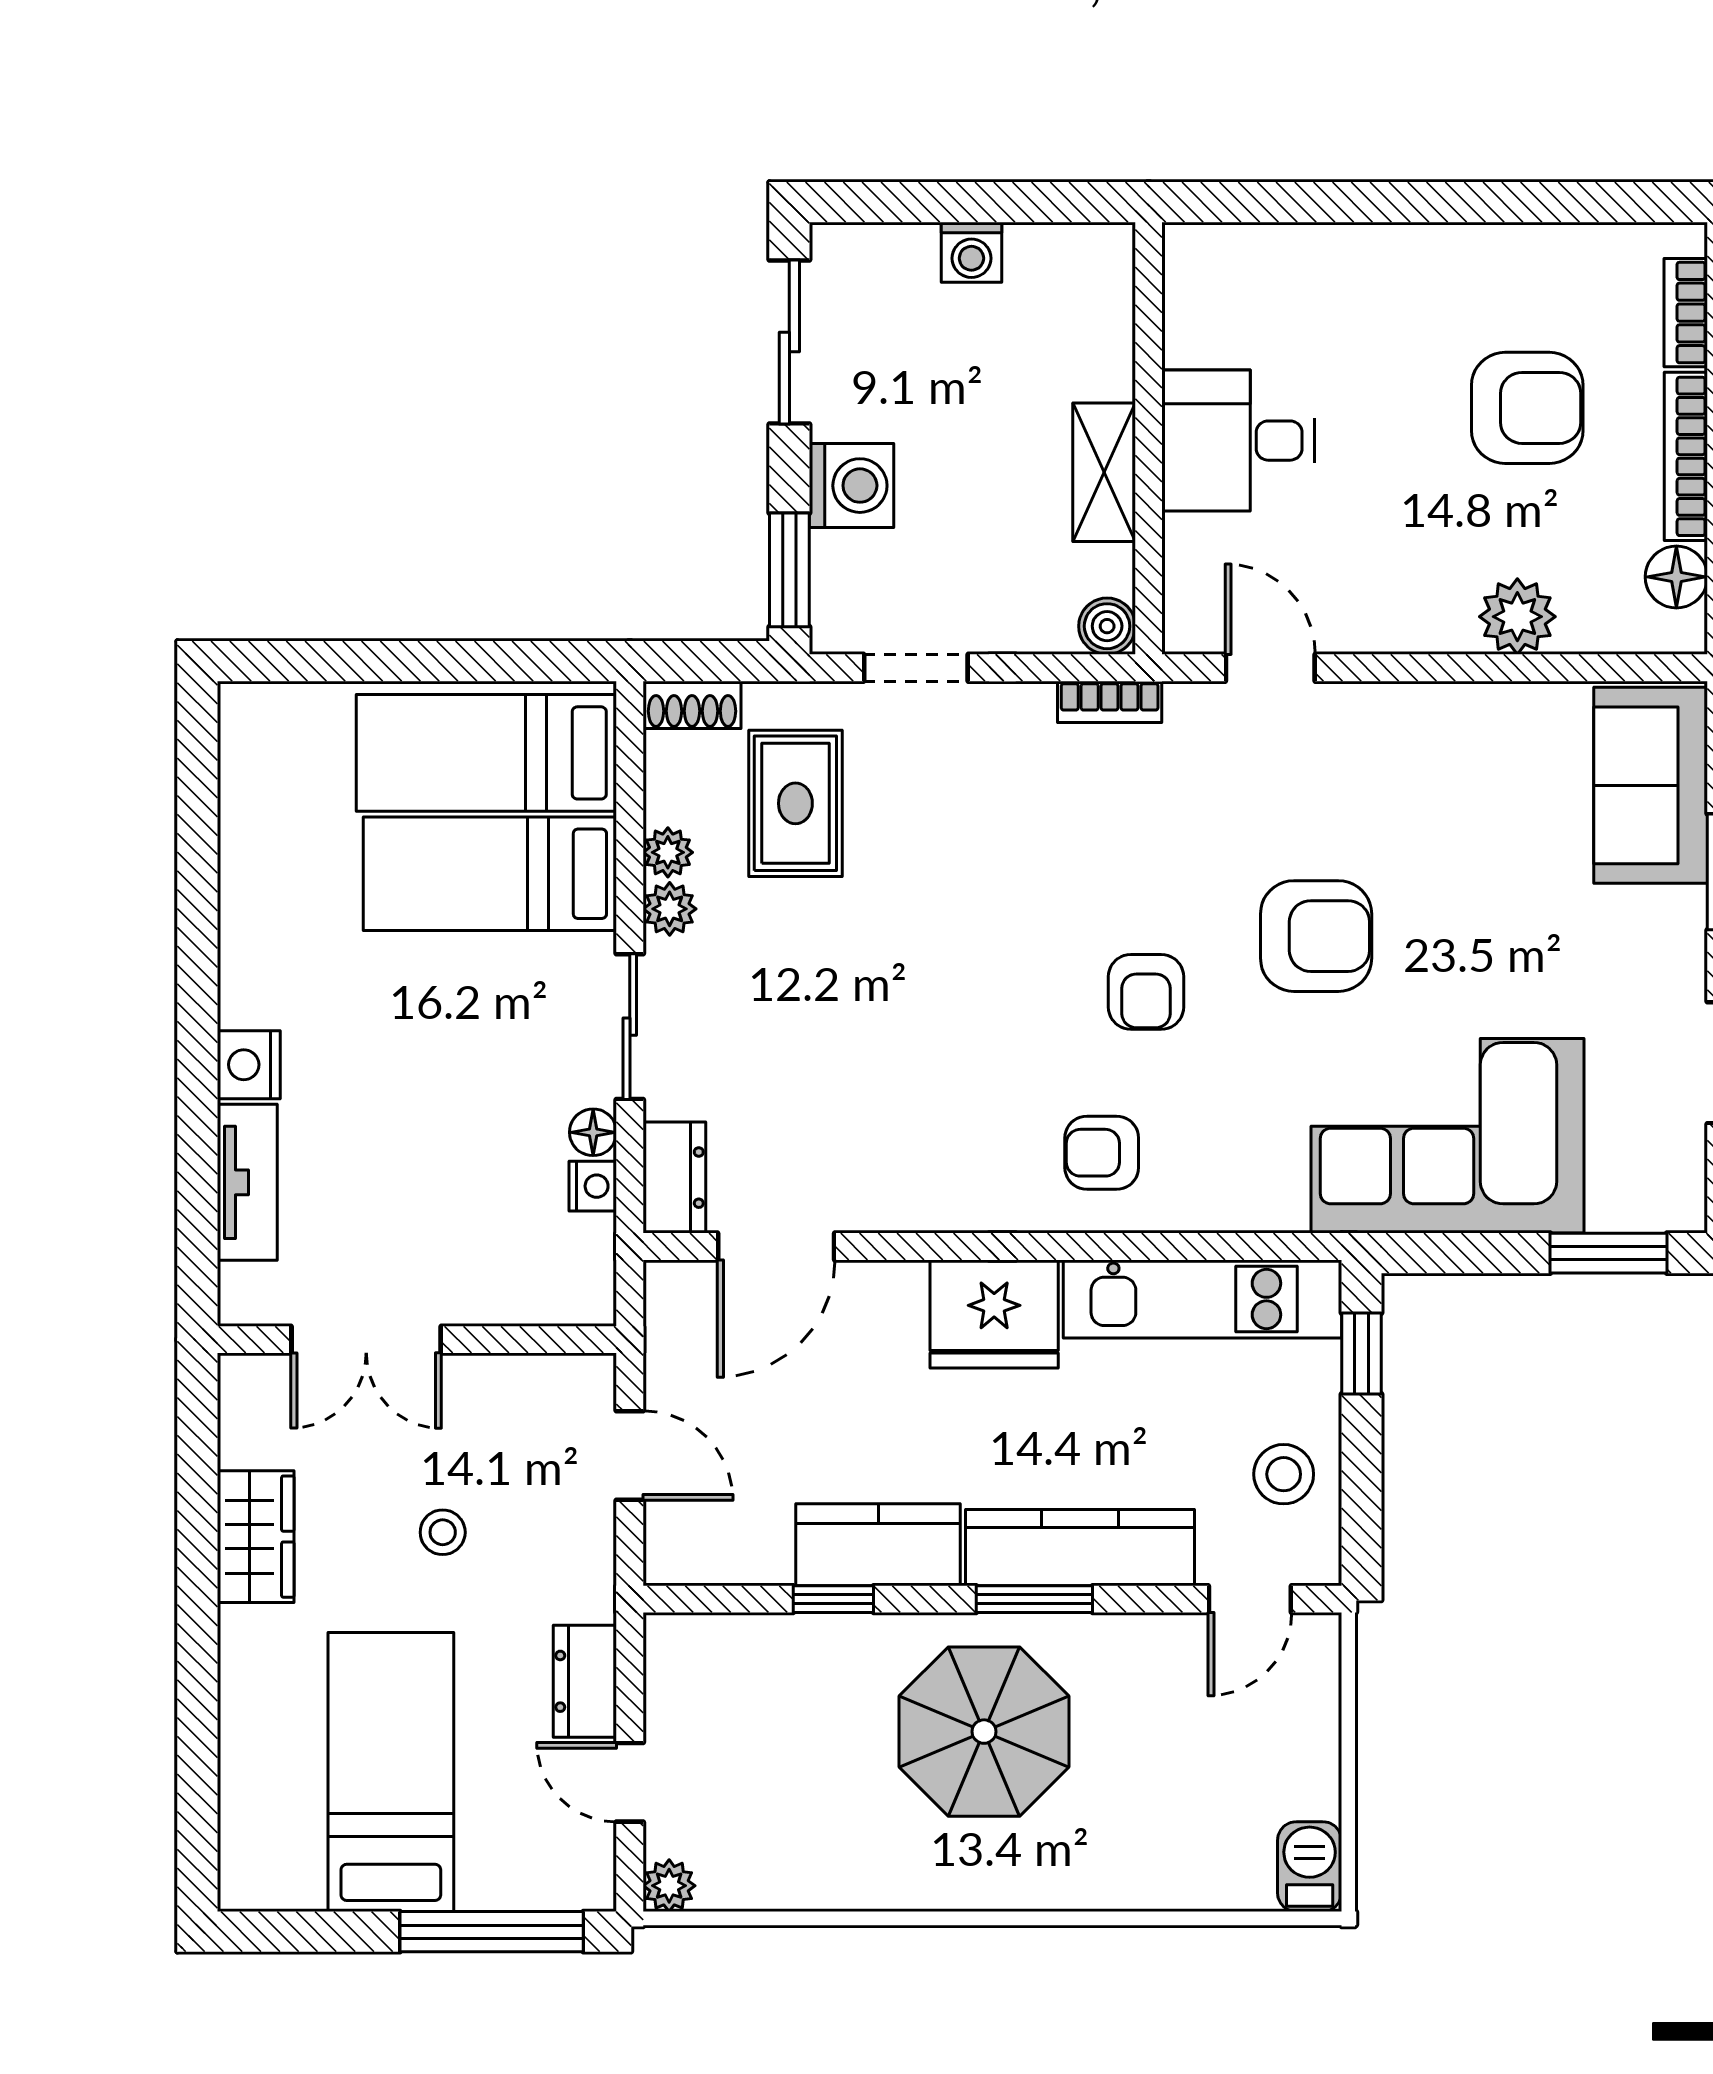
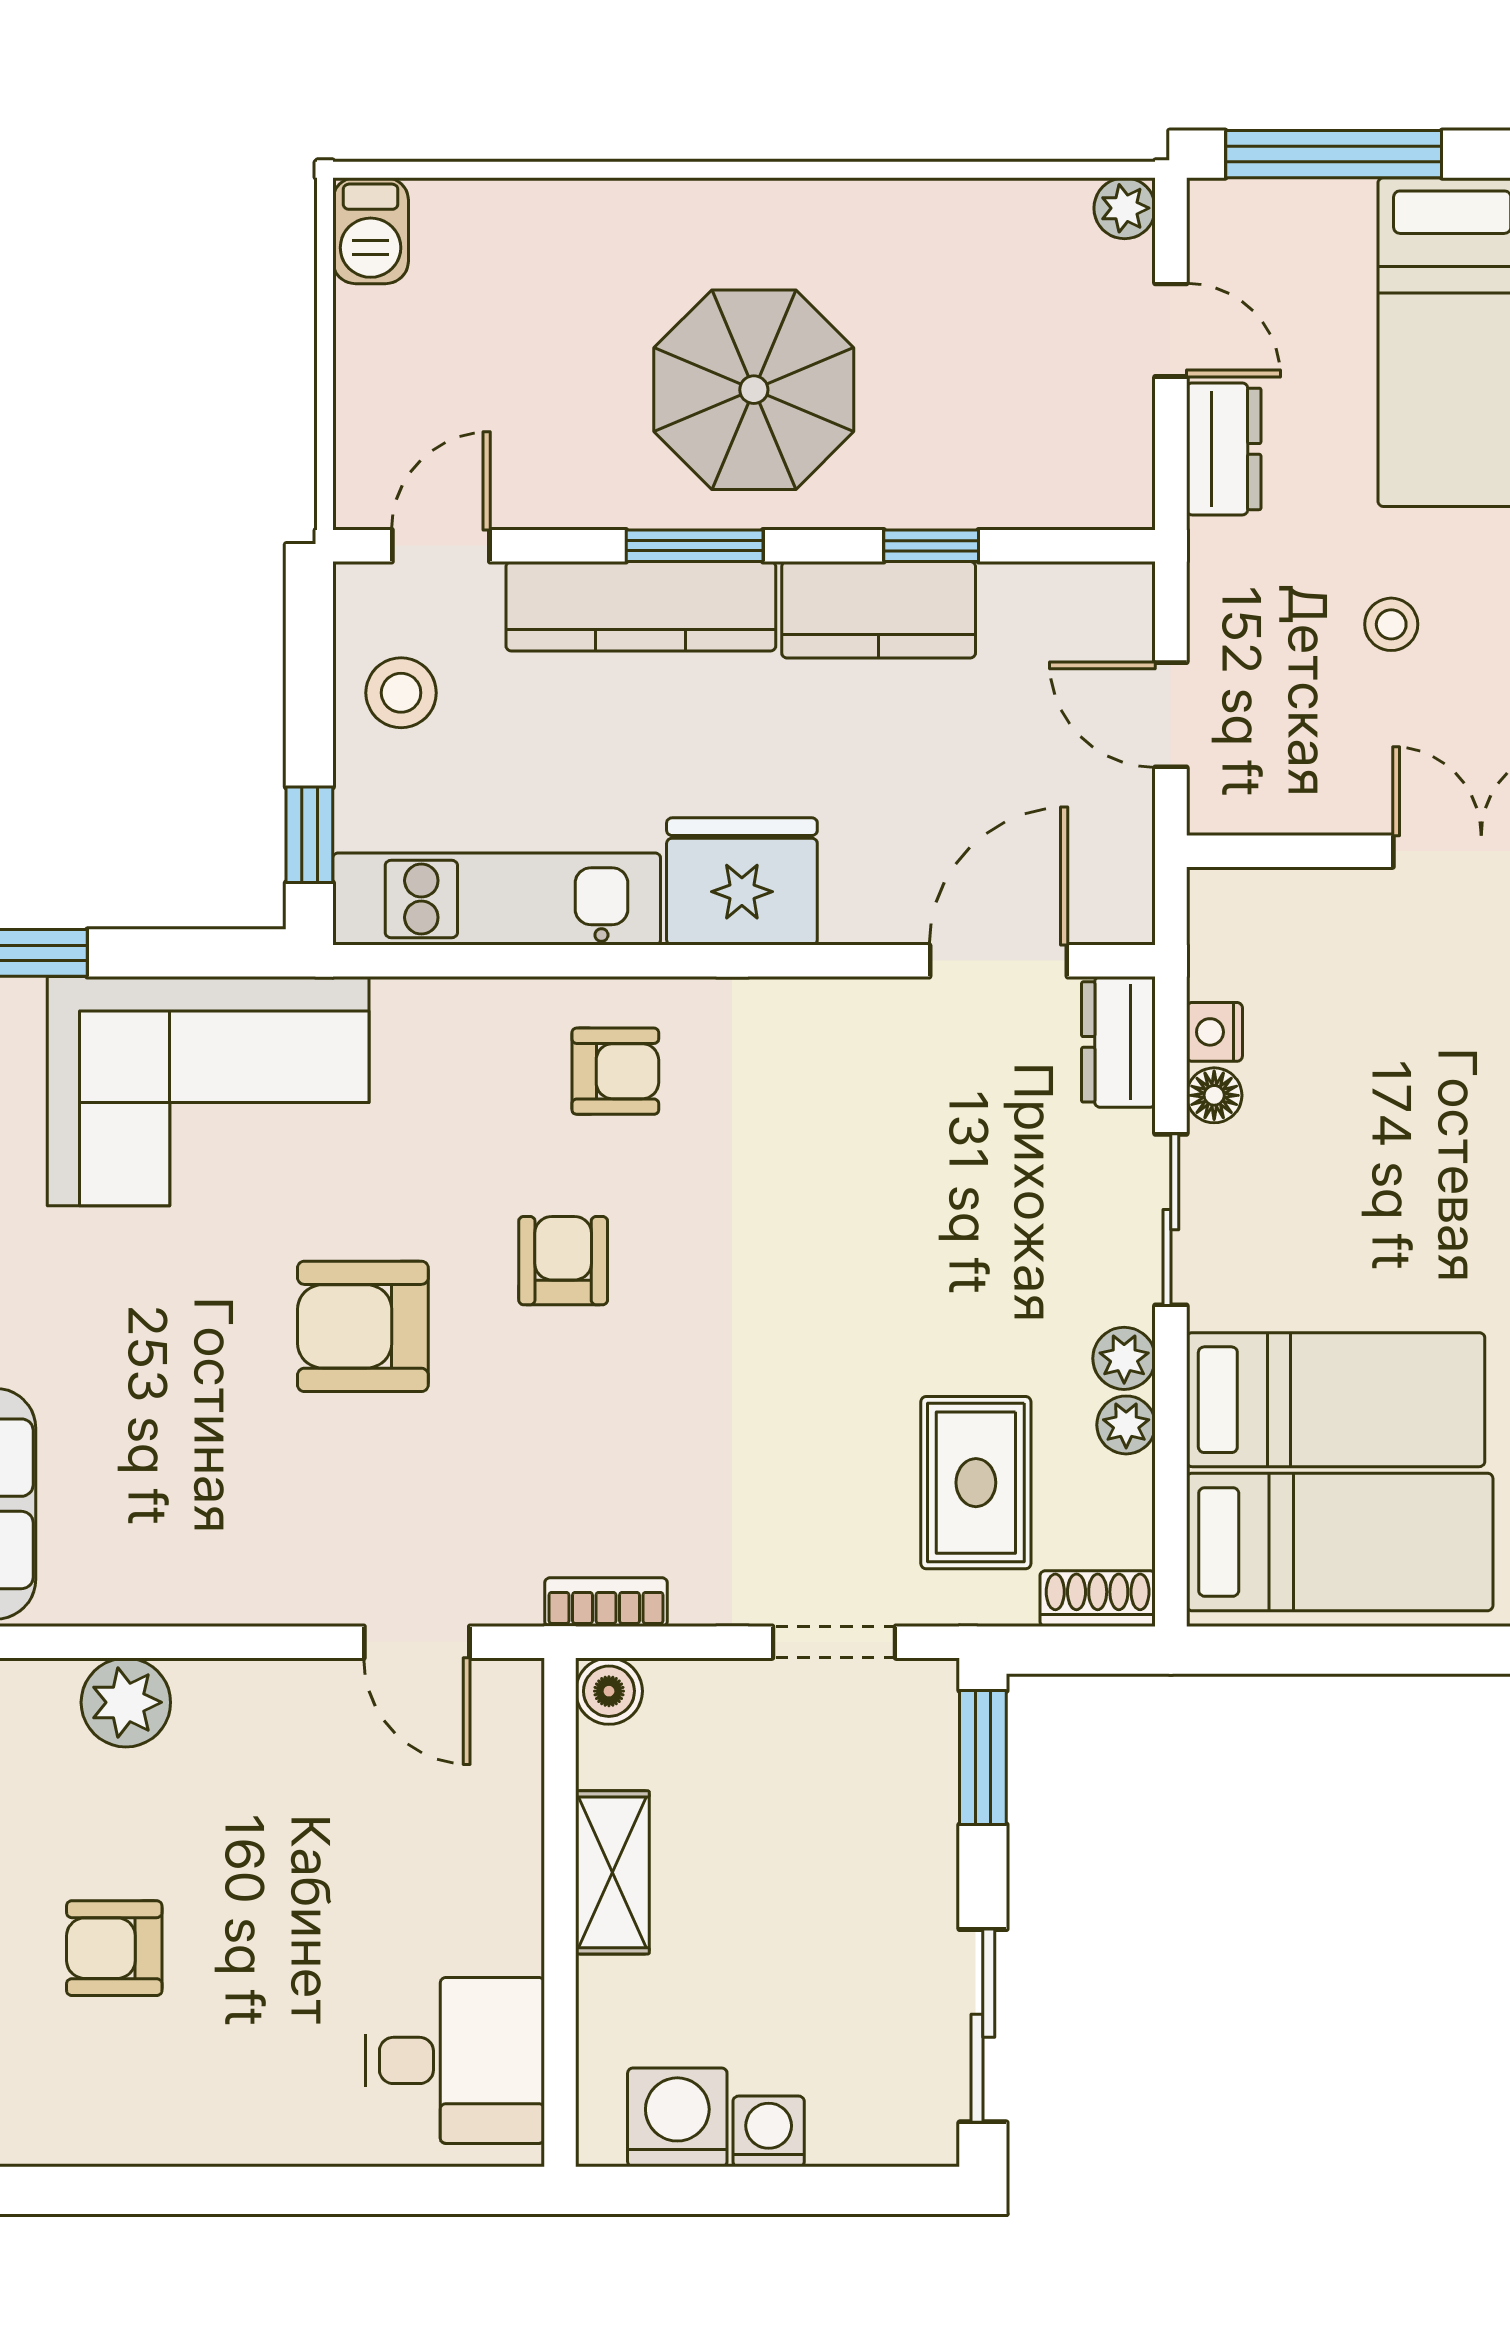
armchair: (1527, 408) -> (114, 1948), width x0.72, depth x0.72
desk: (1238, 441) -> (455, 2060), moved
washing machine: (851, 486) -> (677, 2117), moved, turned 90

